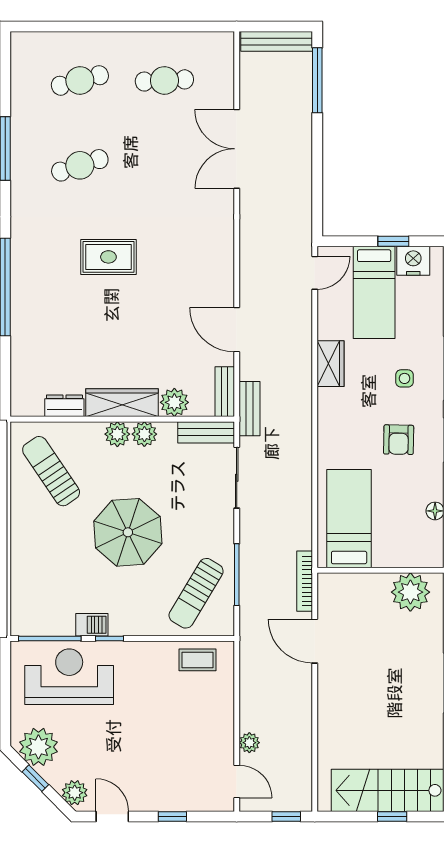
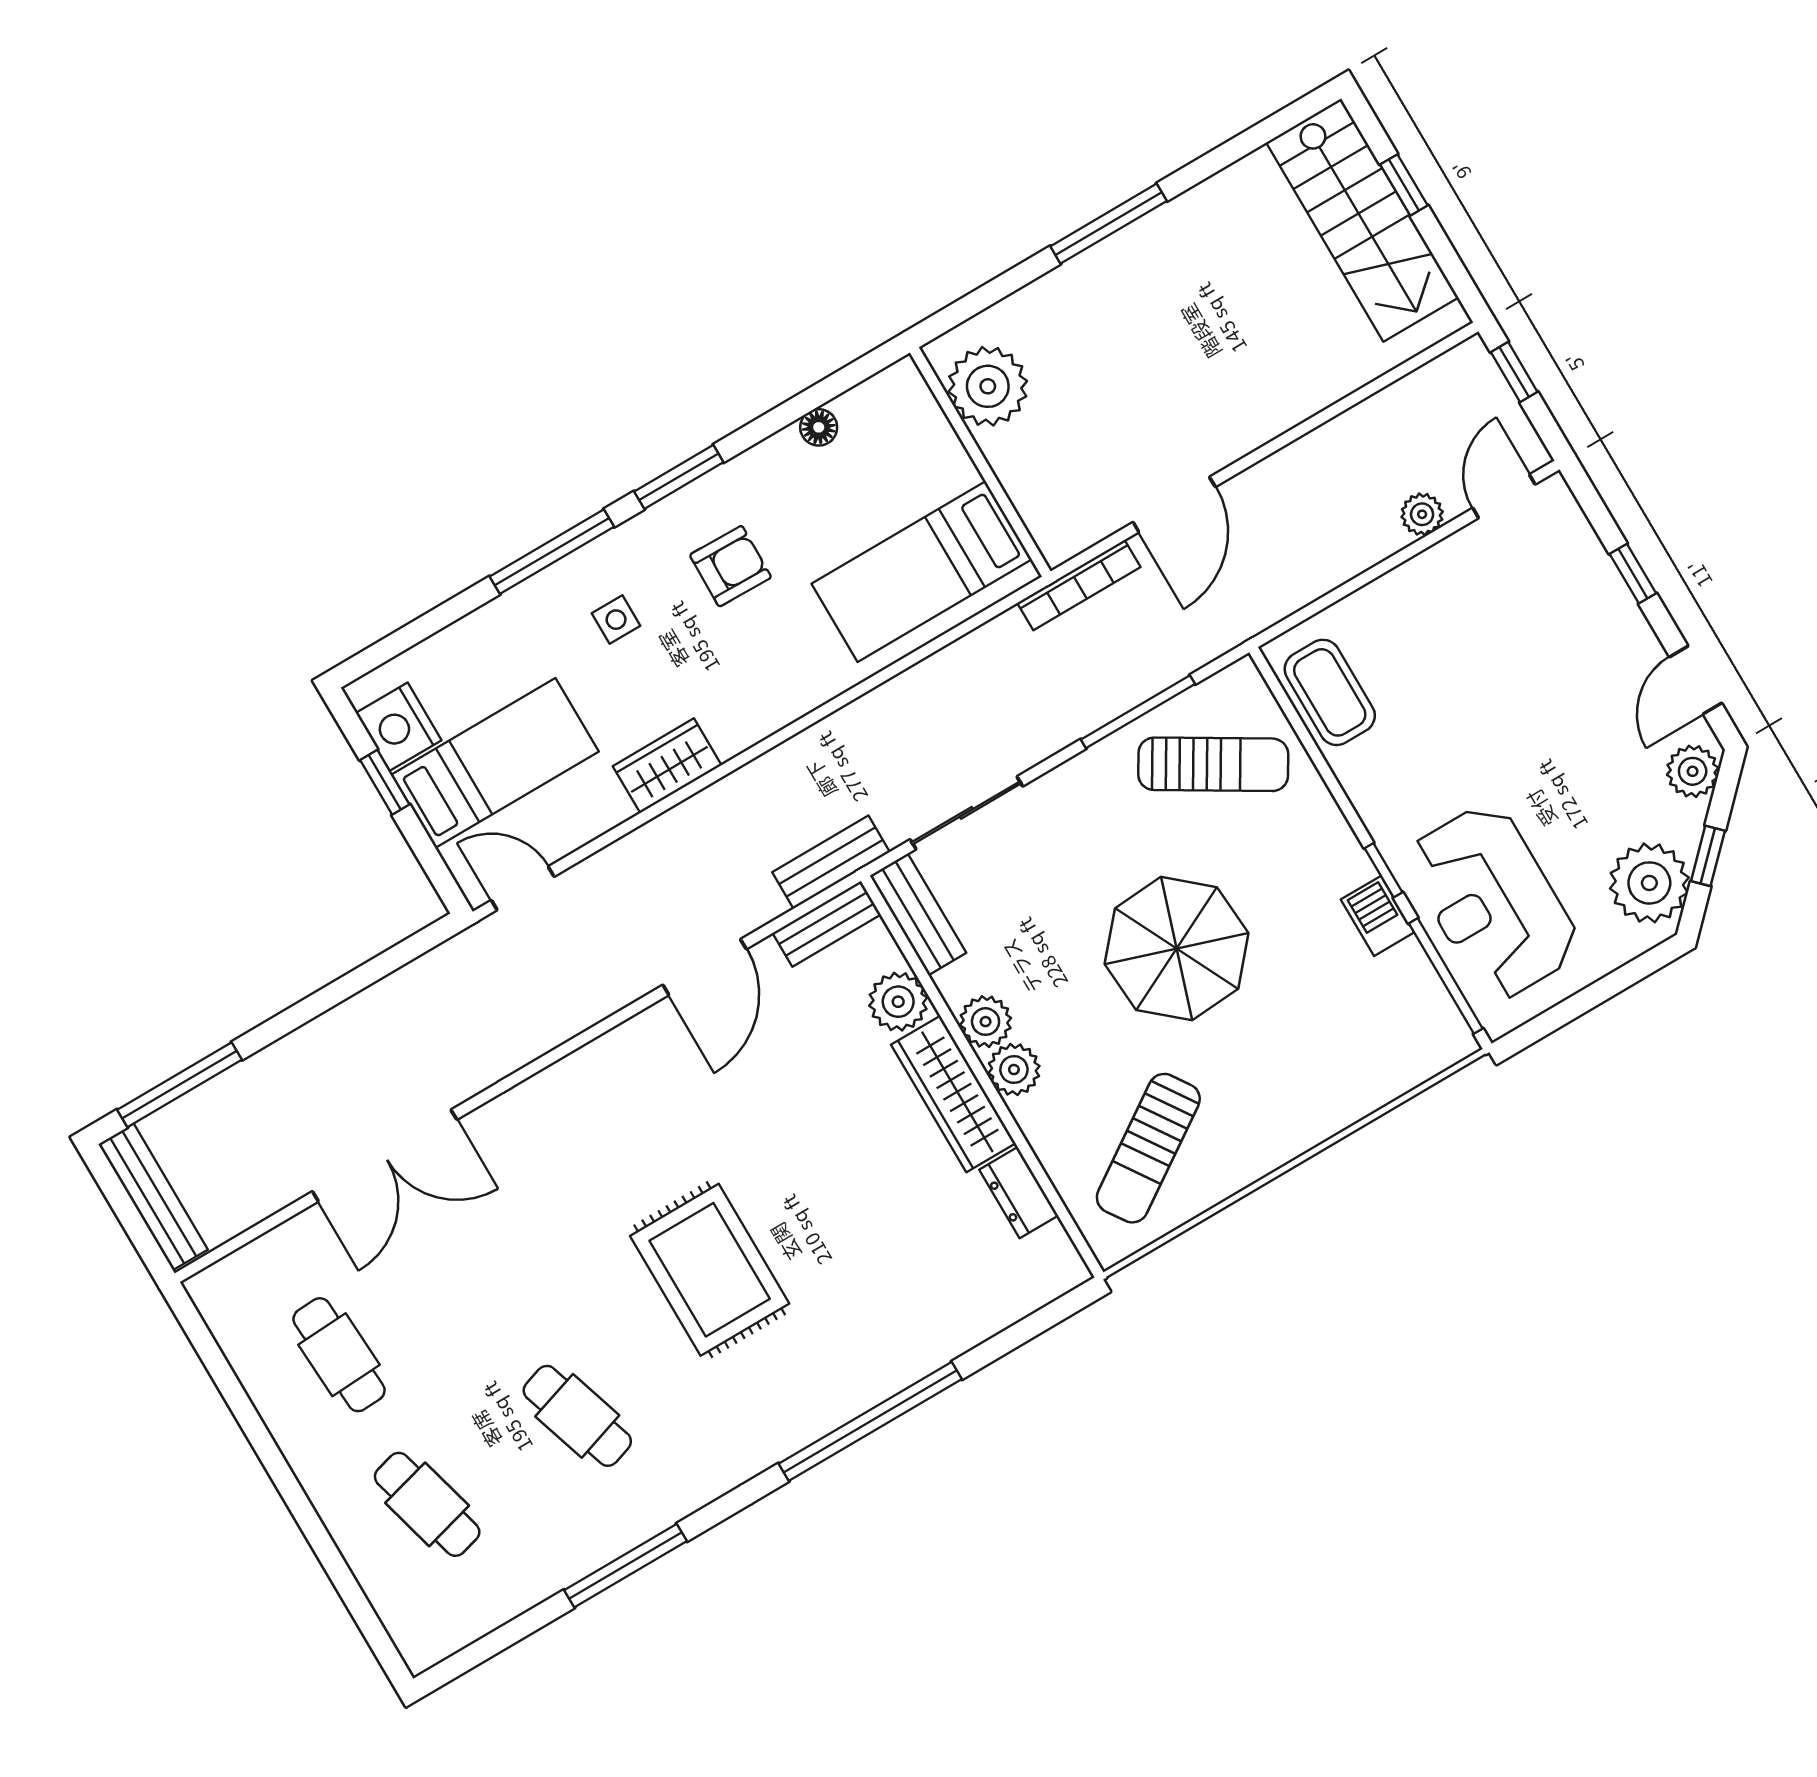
rug: (108, 257) -> (710, 1270), width x1.36, depth x1.43
coffee table: (197, 660) -> (1330, 692), width x1.36, depth x1.30

